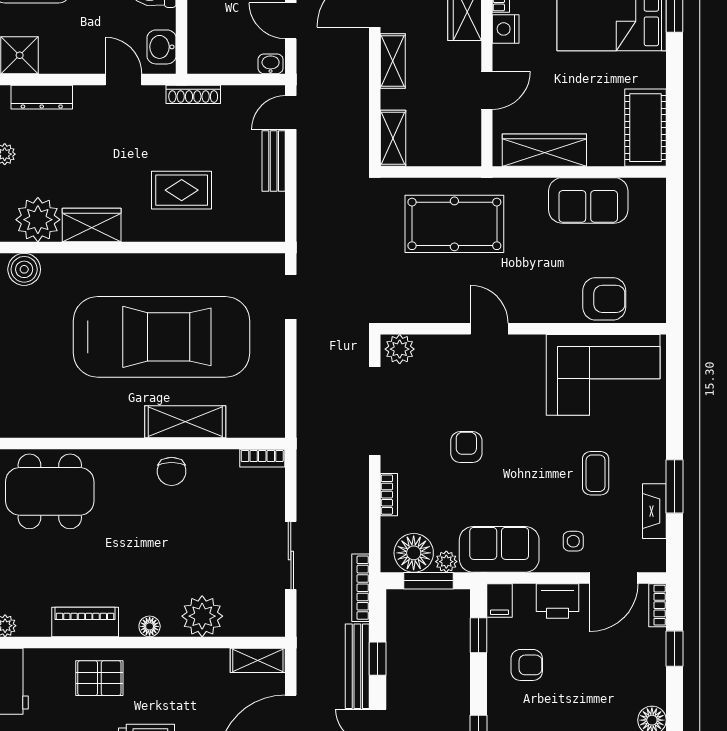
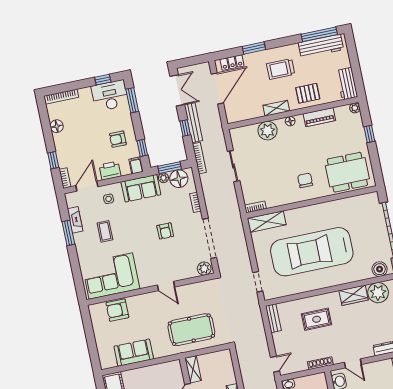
shelving: (393, 138) -> (193, 369), moved
wardrobe: (544, 150) -> (158, 371), removed
bench: (274, 161) -> (273, 318), moved
shelving: (185, 422) -> (267, 222), moved
chair: (172, 471) -> (305, 180), moved
shelving: (258, 660) -> (276, 108), moved

